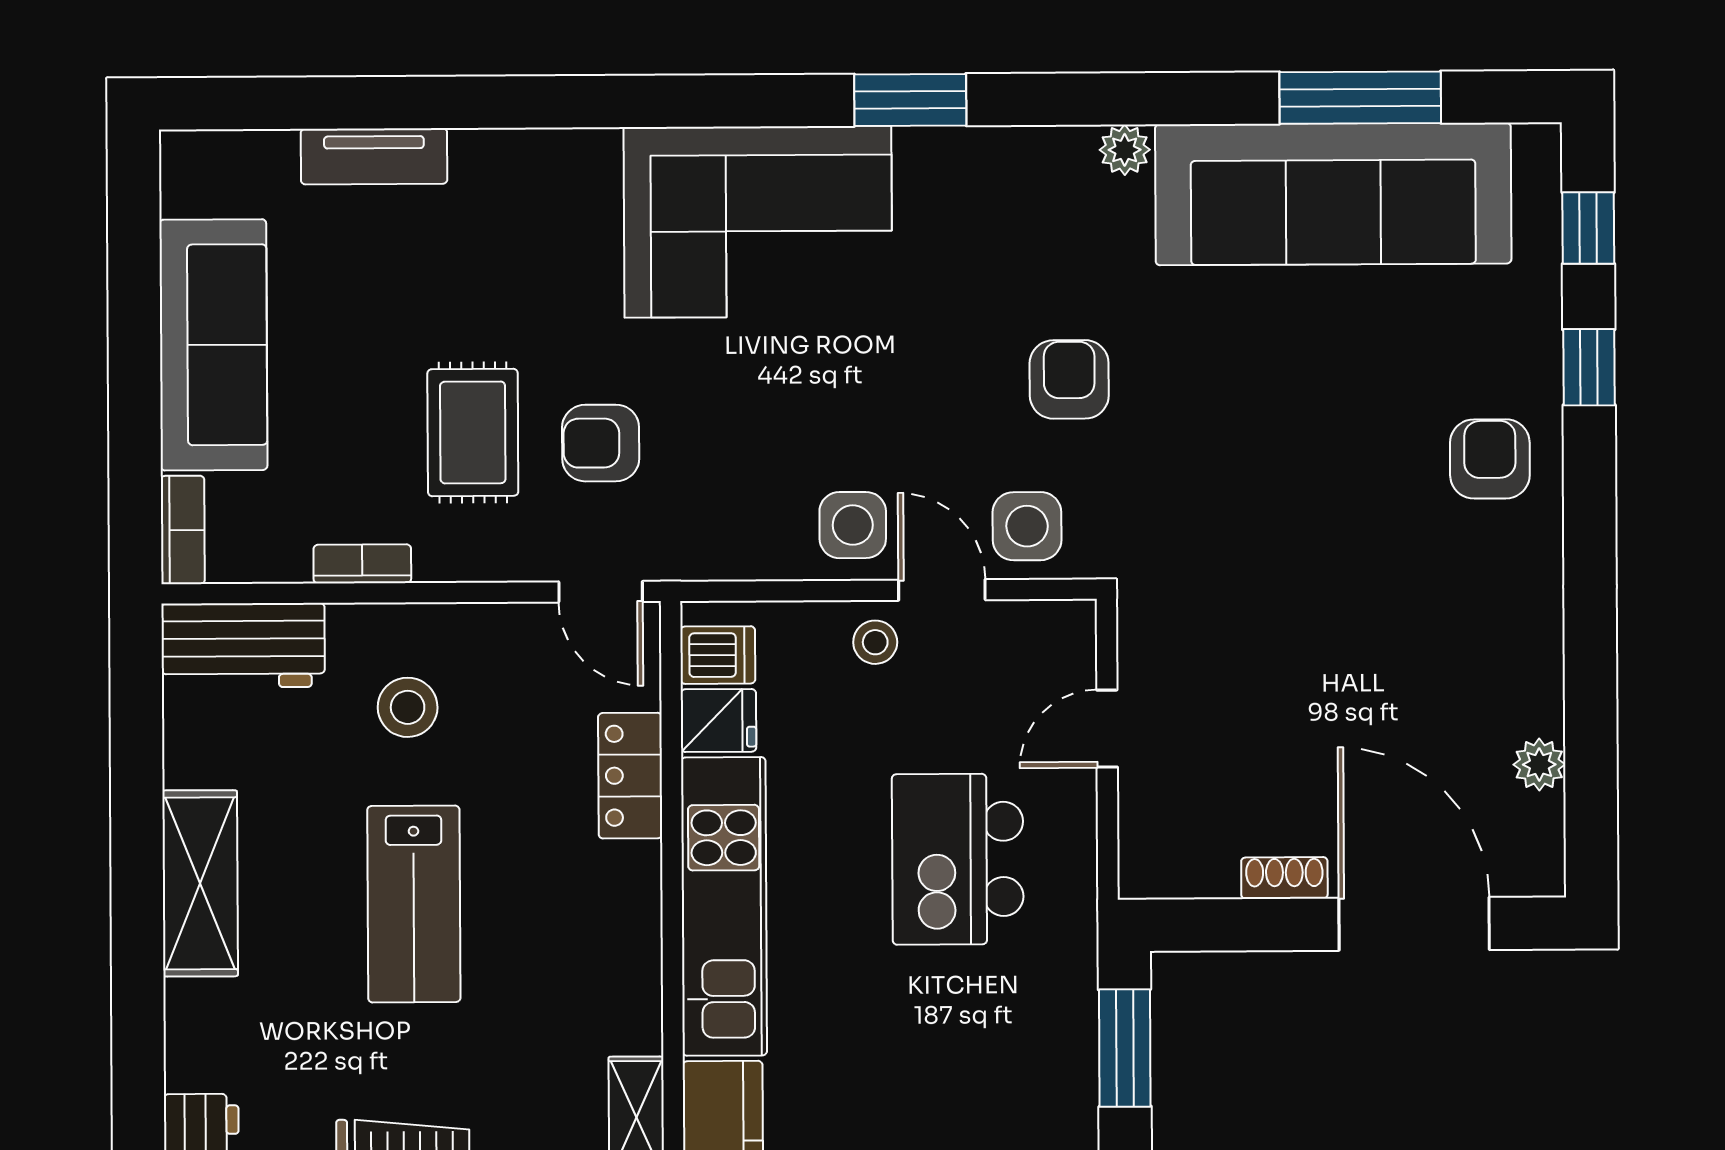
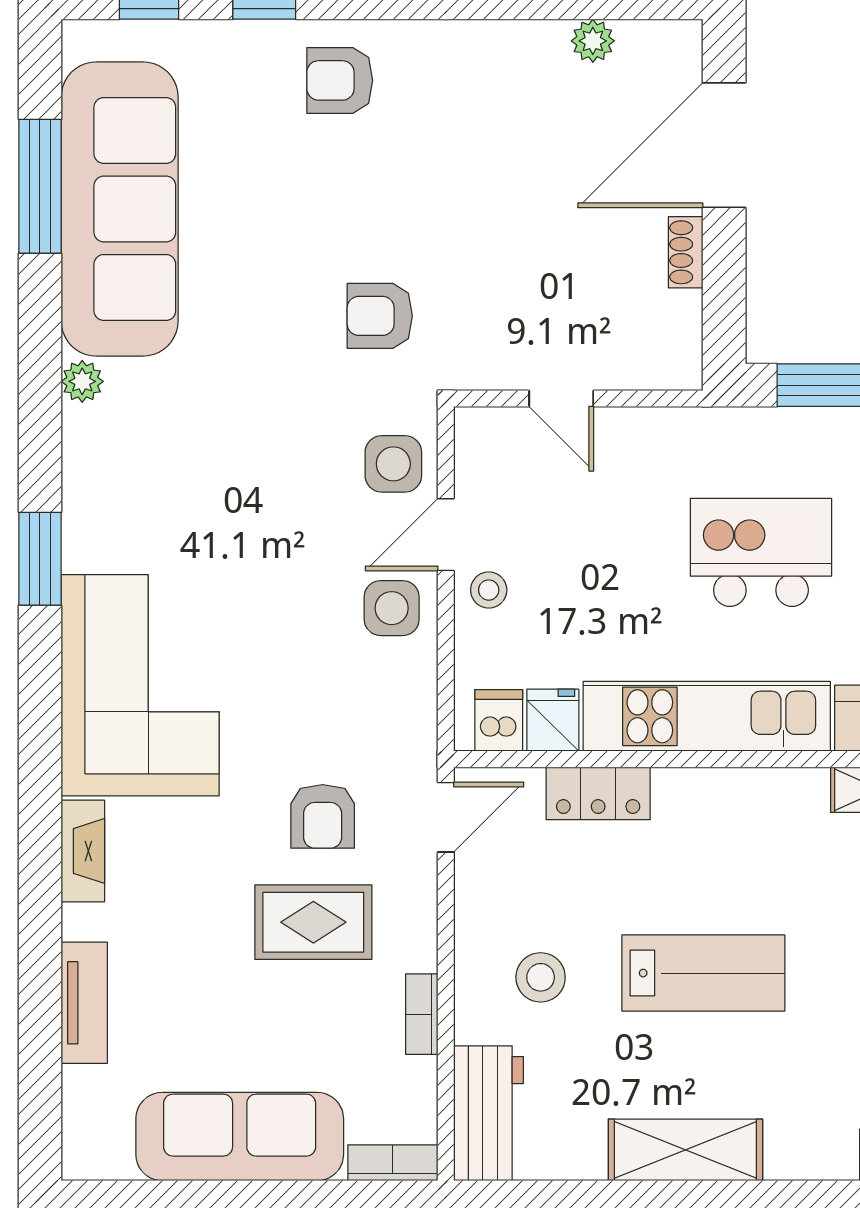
fireplace: (557, 154) -> (83, 851), added
armchair: (1069, 379) -> (380, 316), moved
kitchen island: (958, 859) -> (761, 552), moved, turned 180

